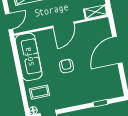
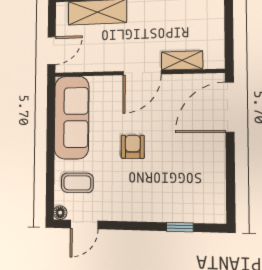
shelving: (96, 12) -> (182, 60), moved
door: (117, 50) -> (230, 107), moved

